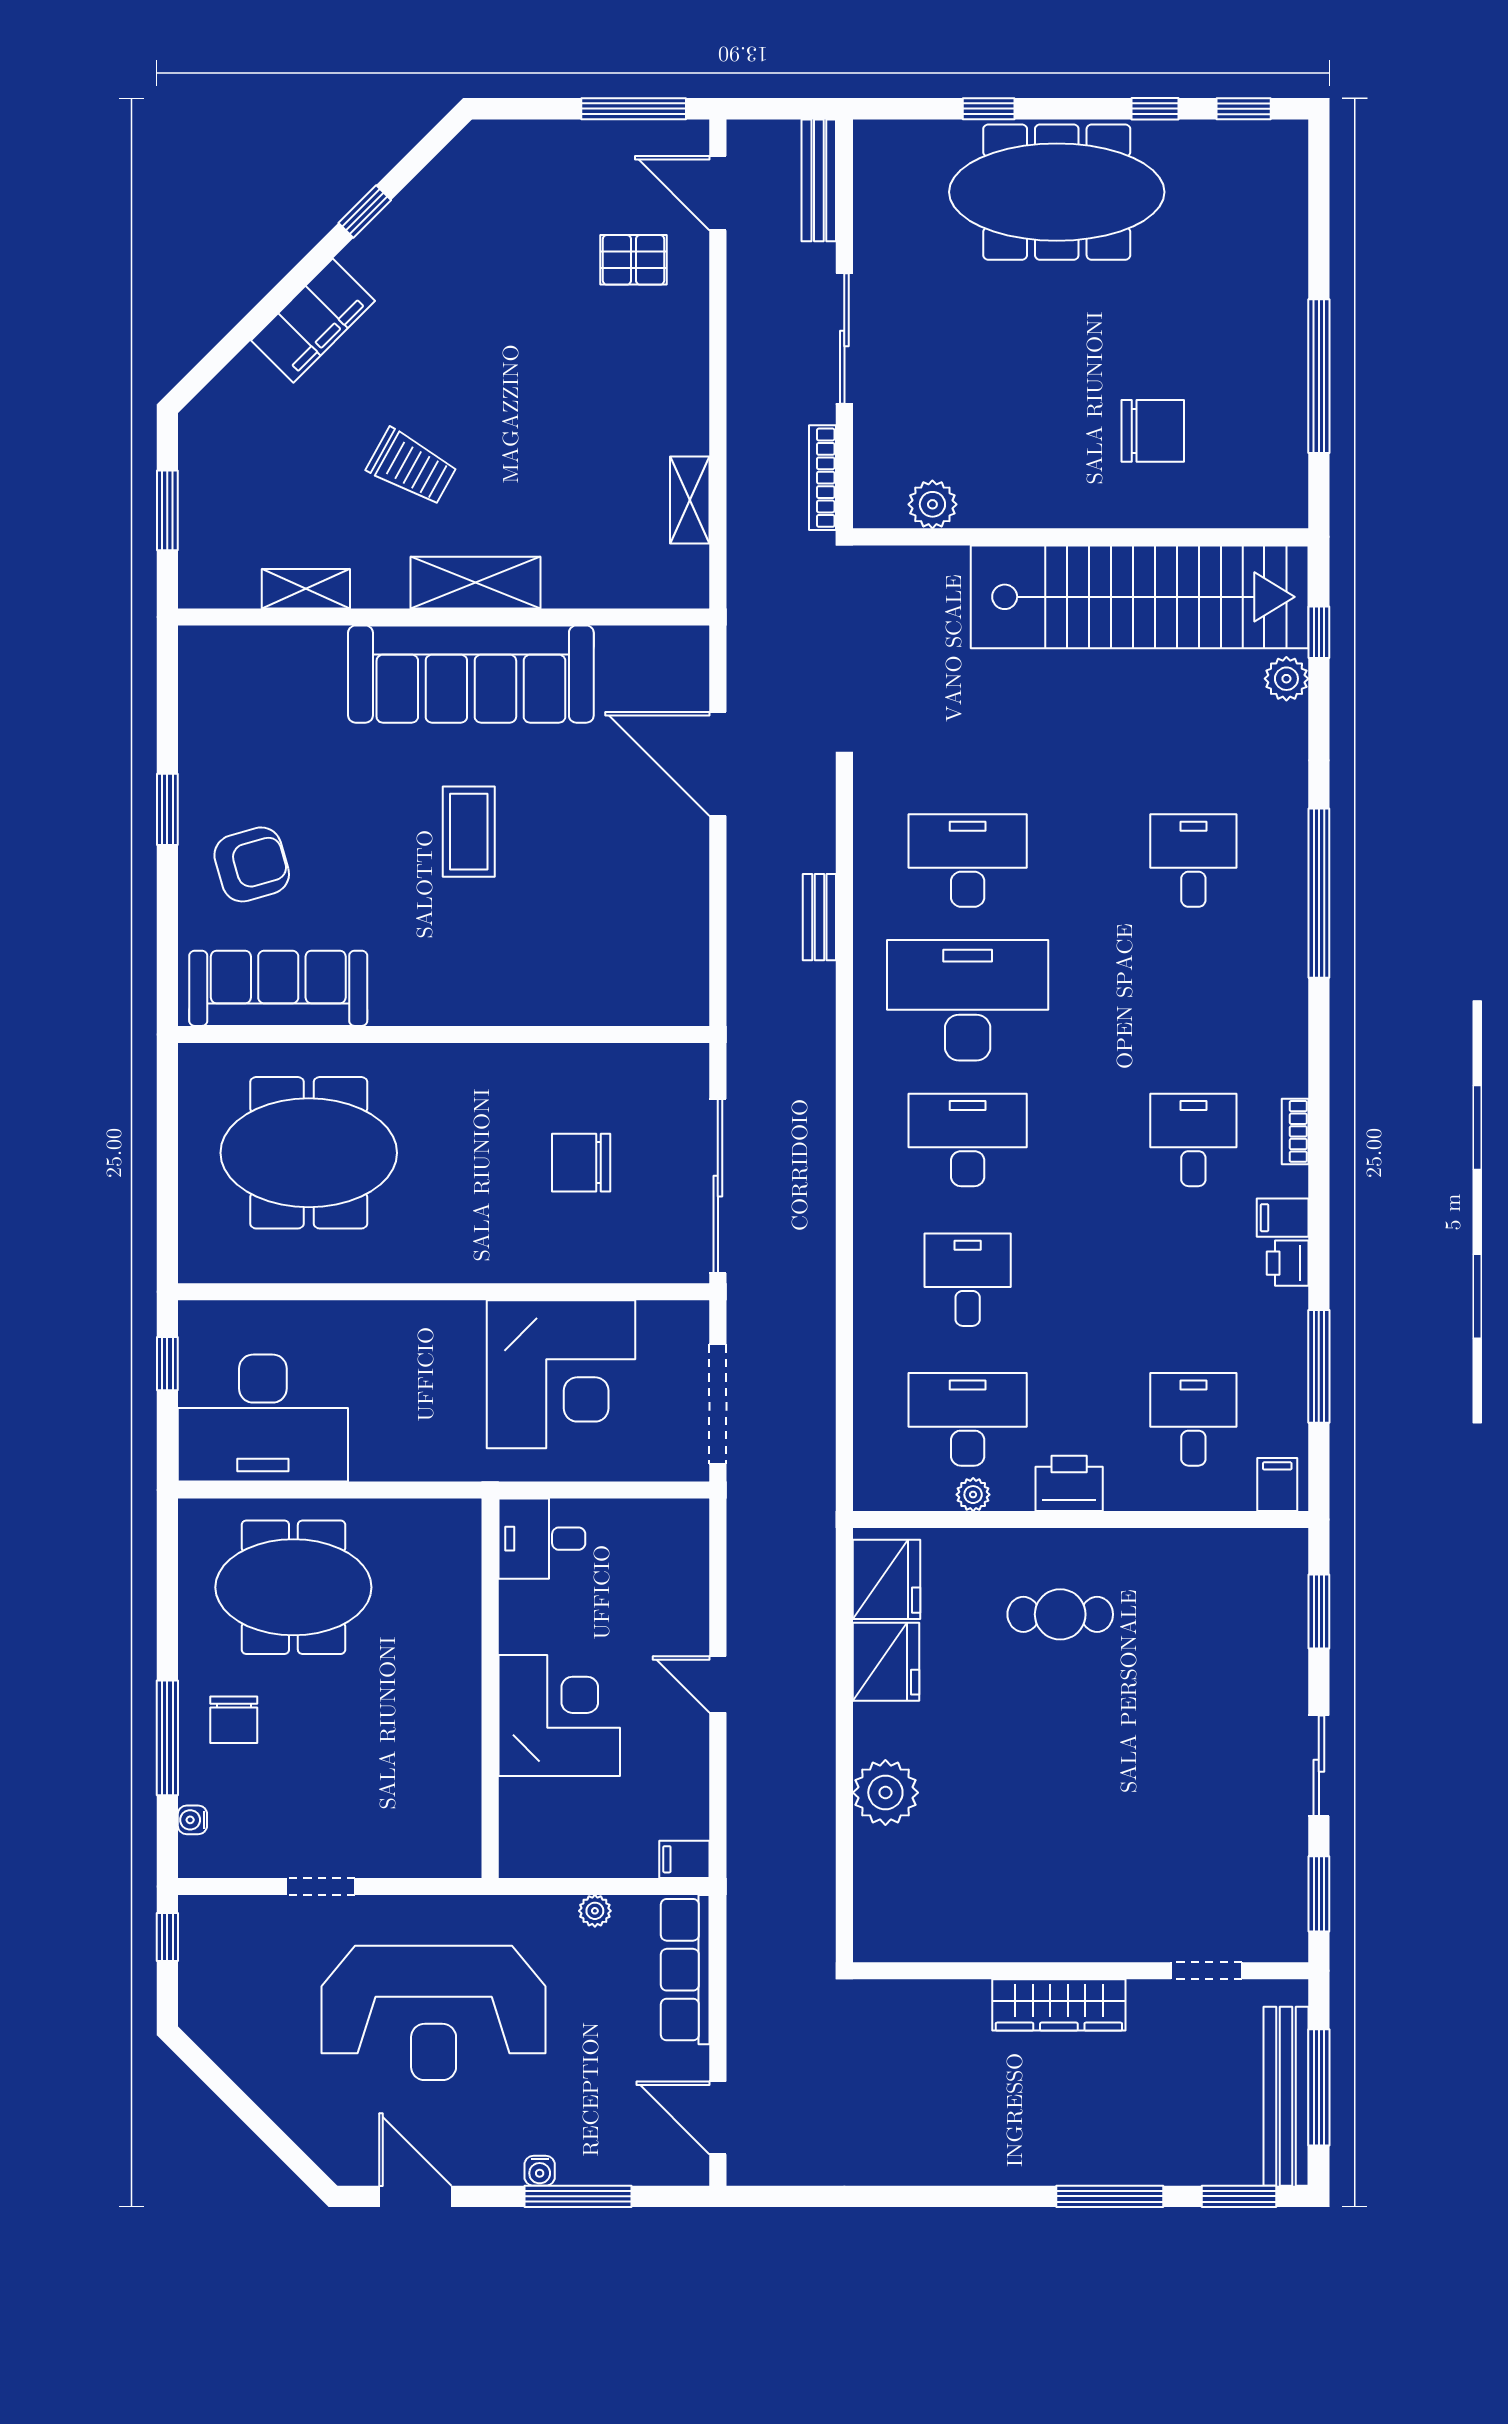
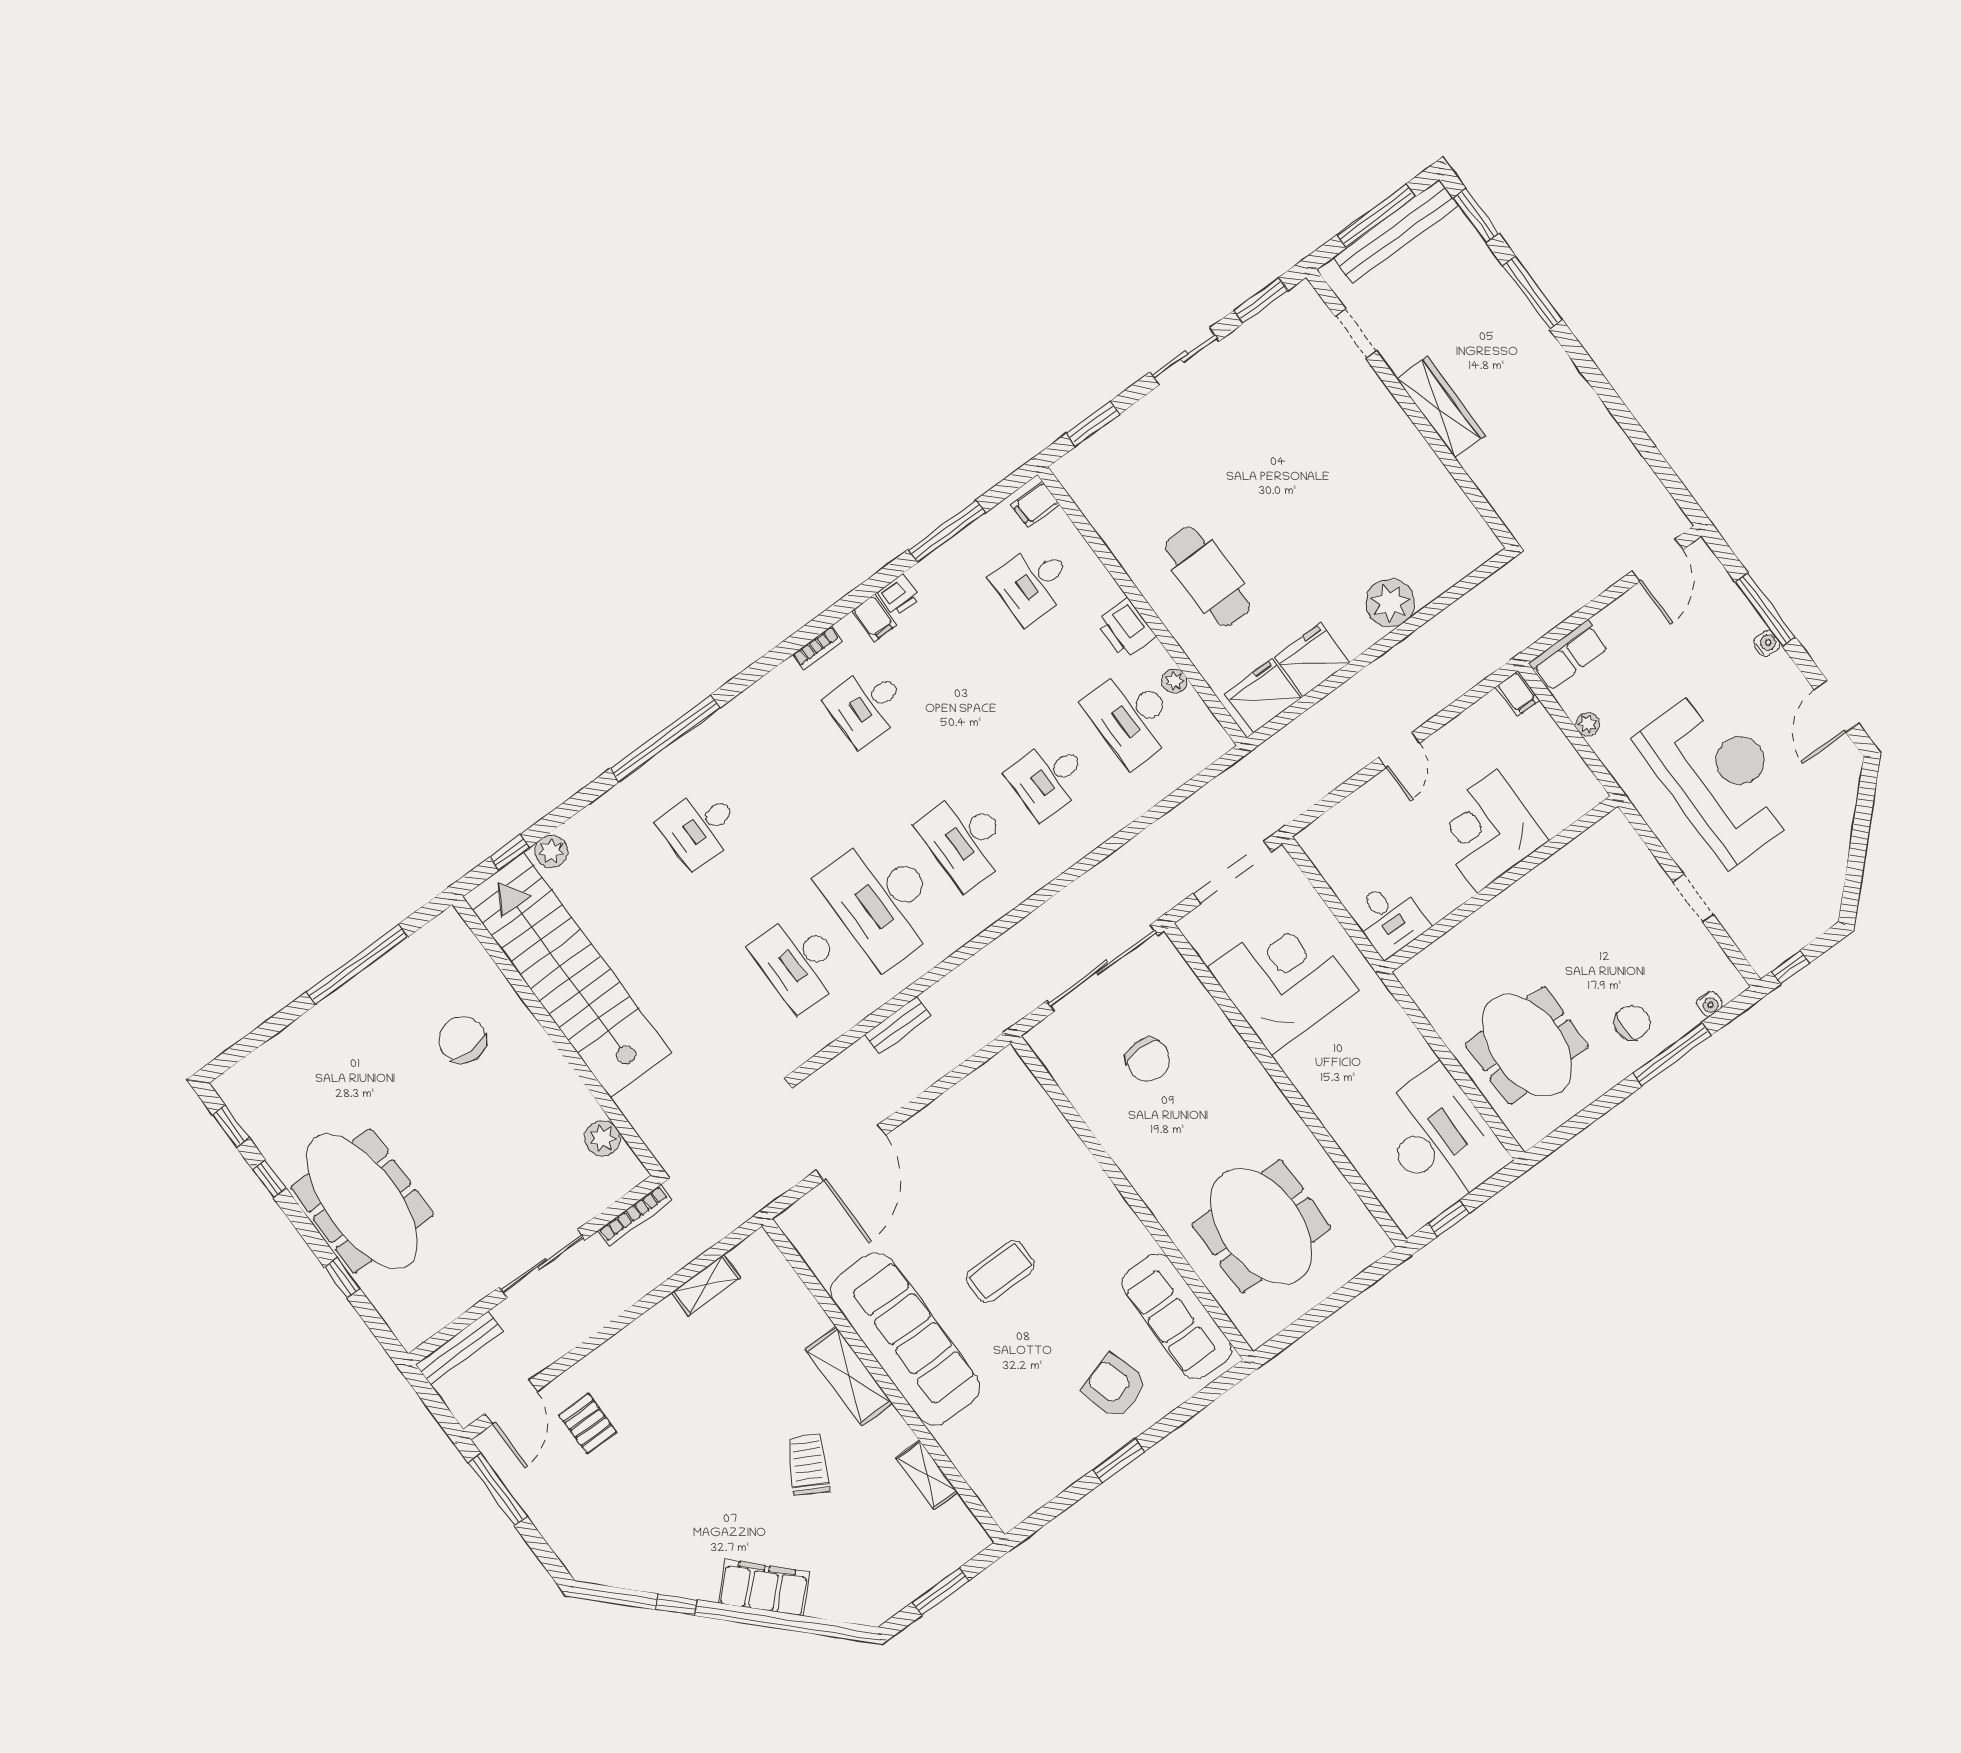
cafe table: (1060, 1614) -> (1208, 577), width x1.37, depth x1.35
row of seats: (685, 1970) -> (1569, 655), width x0.68

